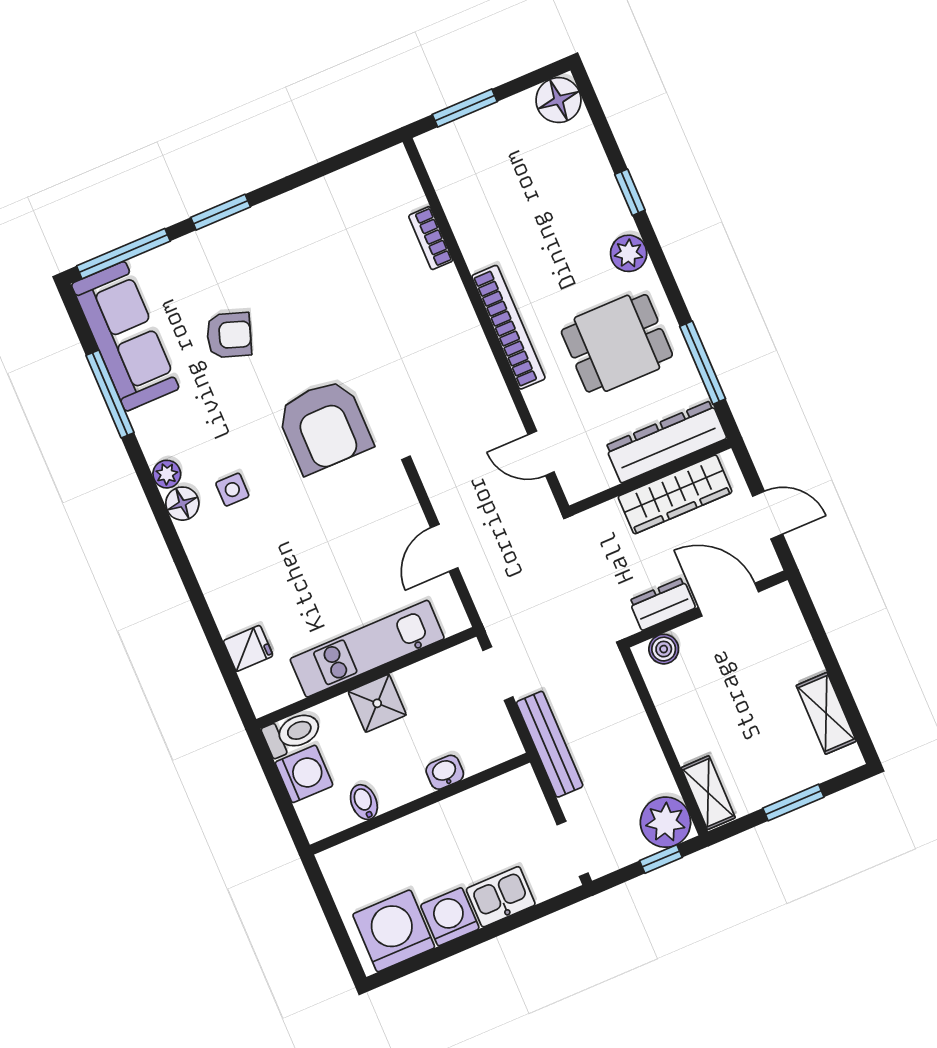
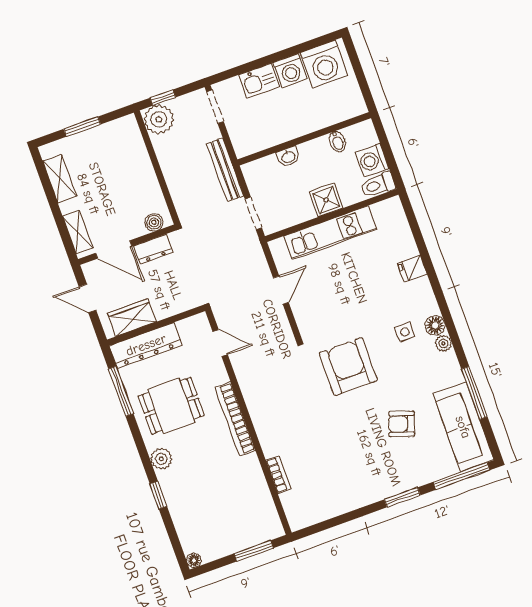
floor lamp: (559, 100) -> (194, 560), width x0.53, depth x0.53
wardrobe: (675, 494) -> (132, 318), width x0.67
fridge: (248, 648) -> (412, 269), moved
shelving: (708, 793) -> (78, 232), moved

